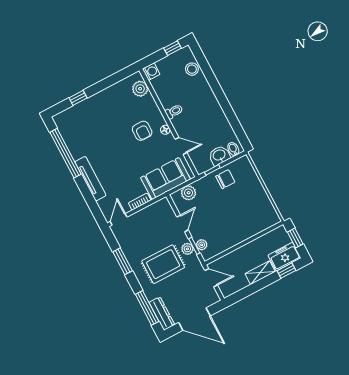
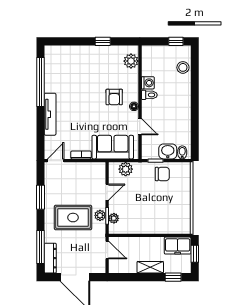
washing machine: (151, 72) -> (148, 83), moved
window: (78, 98) -> (103, 41), moved
freezer: (284, 257) -> (178, 246), moved, turned 180

